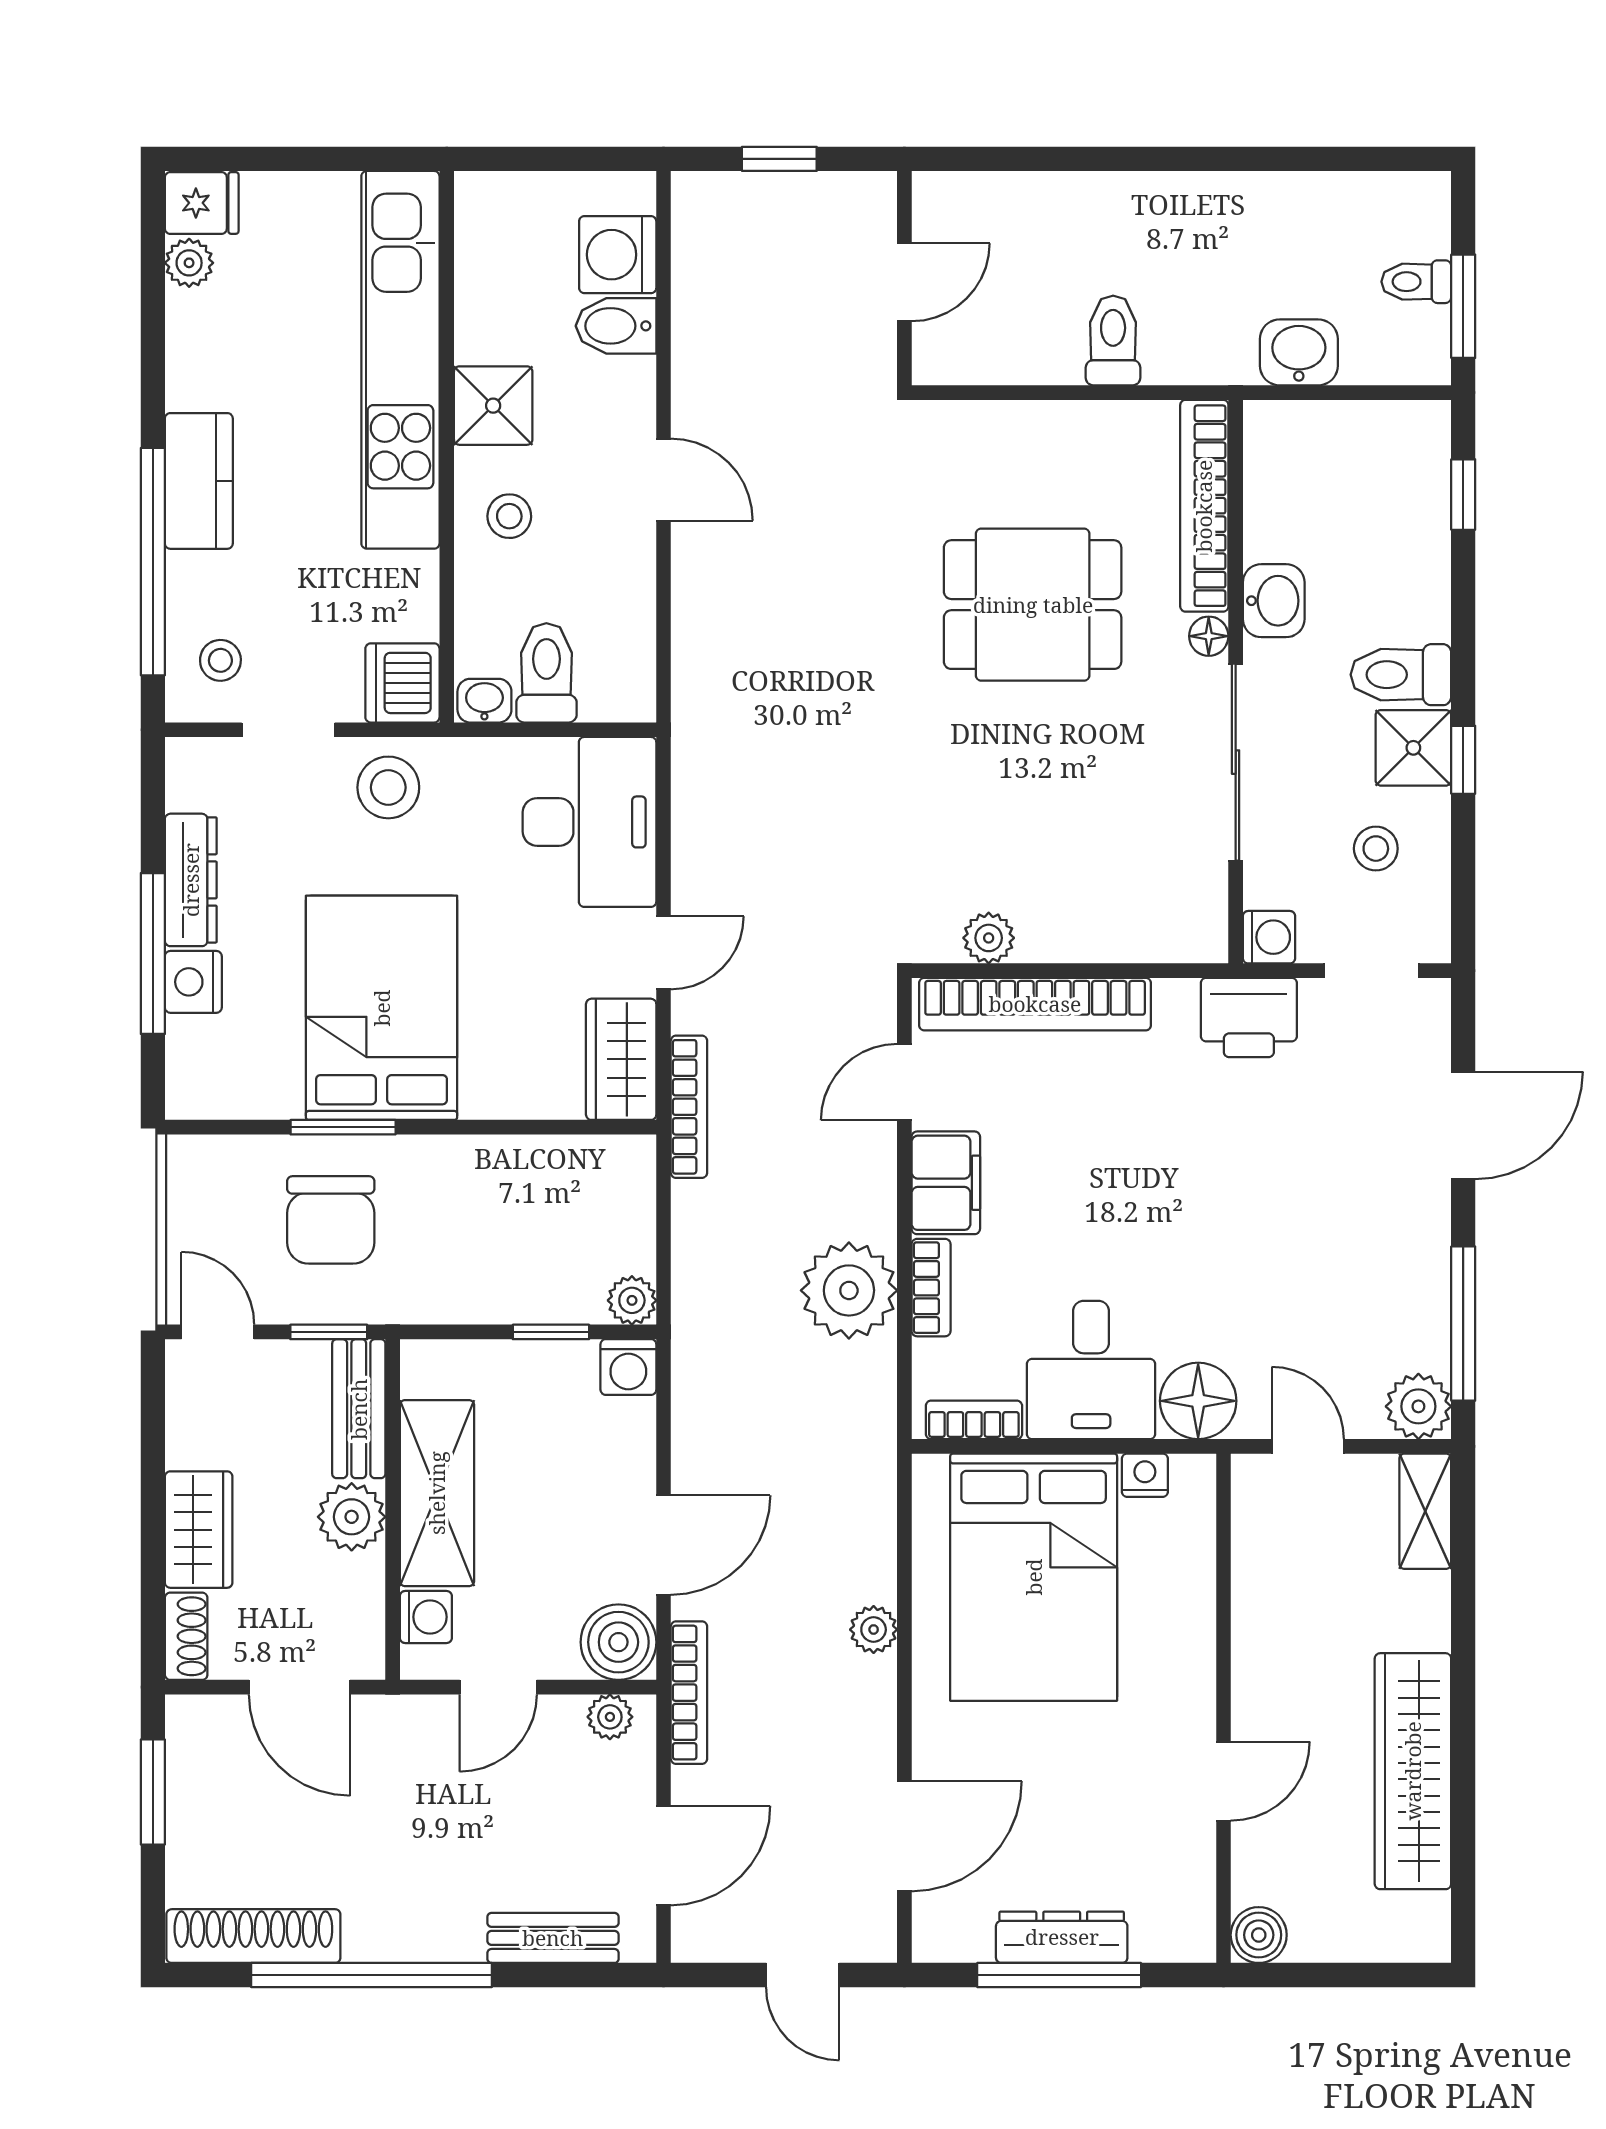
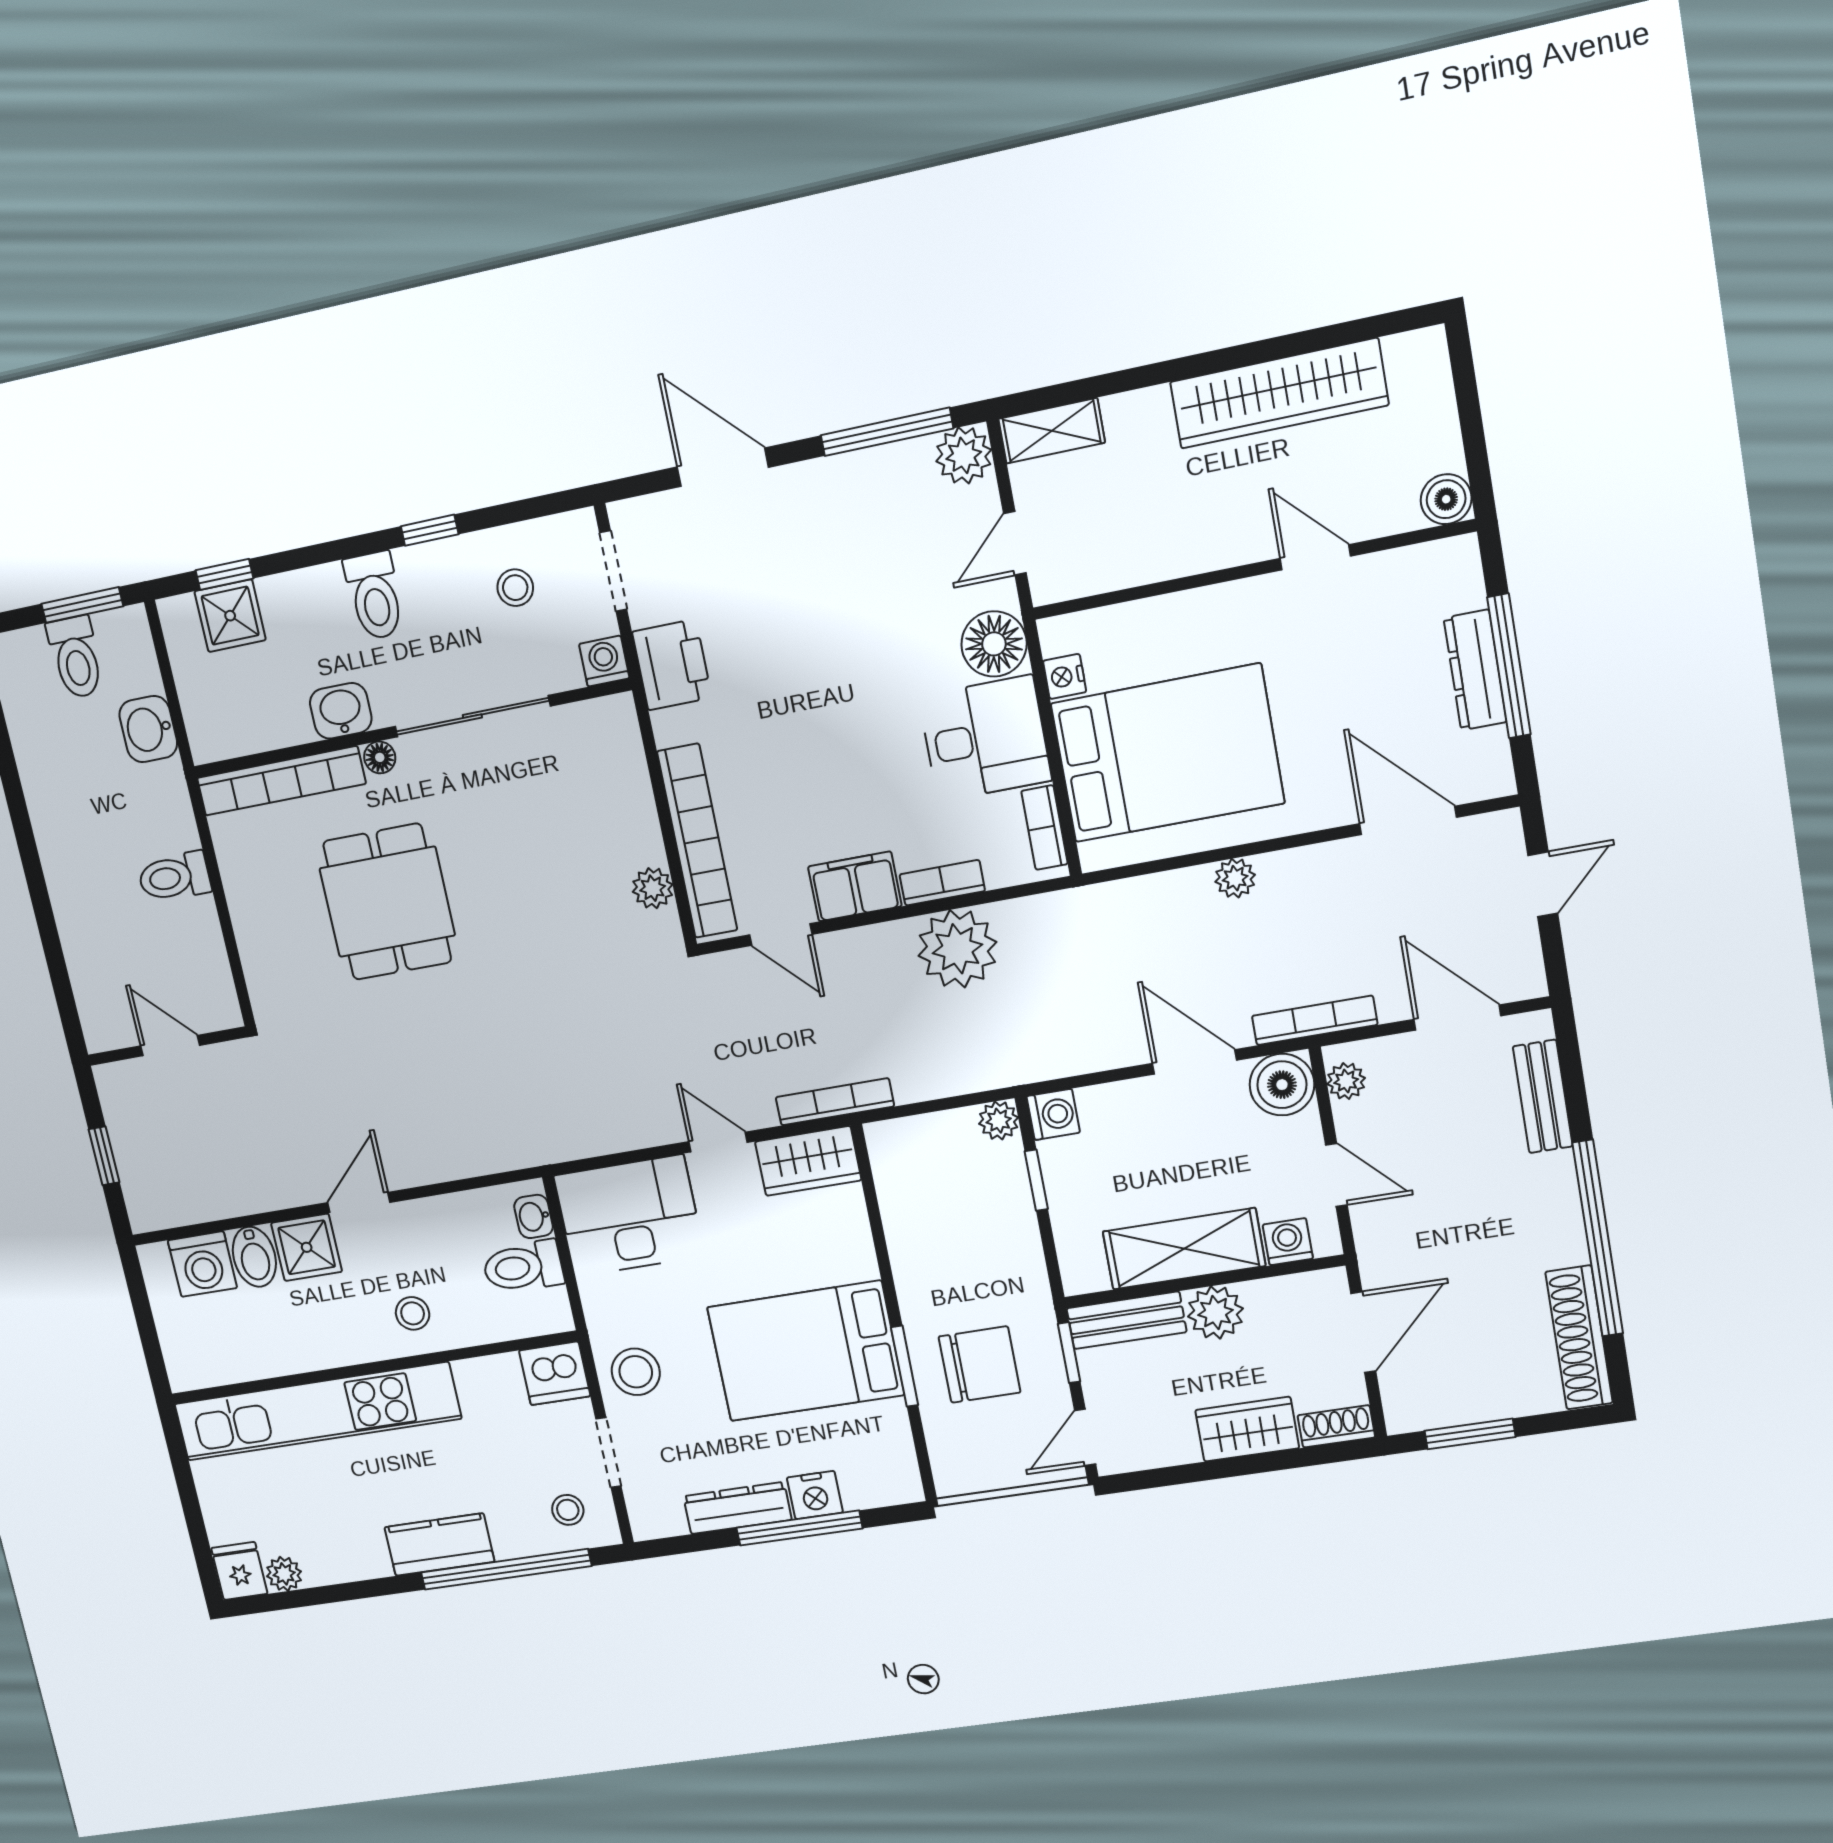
toilet: (1416, 282) -> (76, 657), width x1.37, depth x1.39
shower: (493, 406) -> (307, 1247), moved
washbasin: (484, 701) -> (534, 1216), moved
shower: (1413, 748) -> (230, 616), moved

